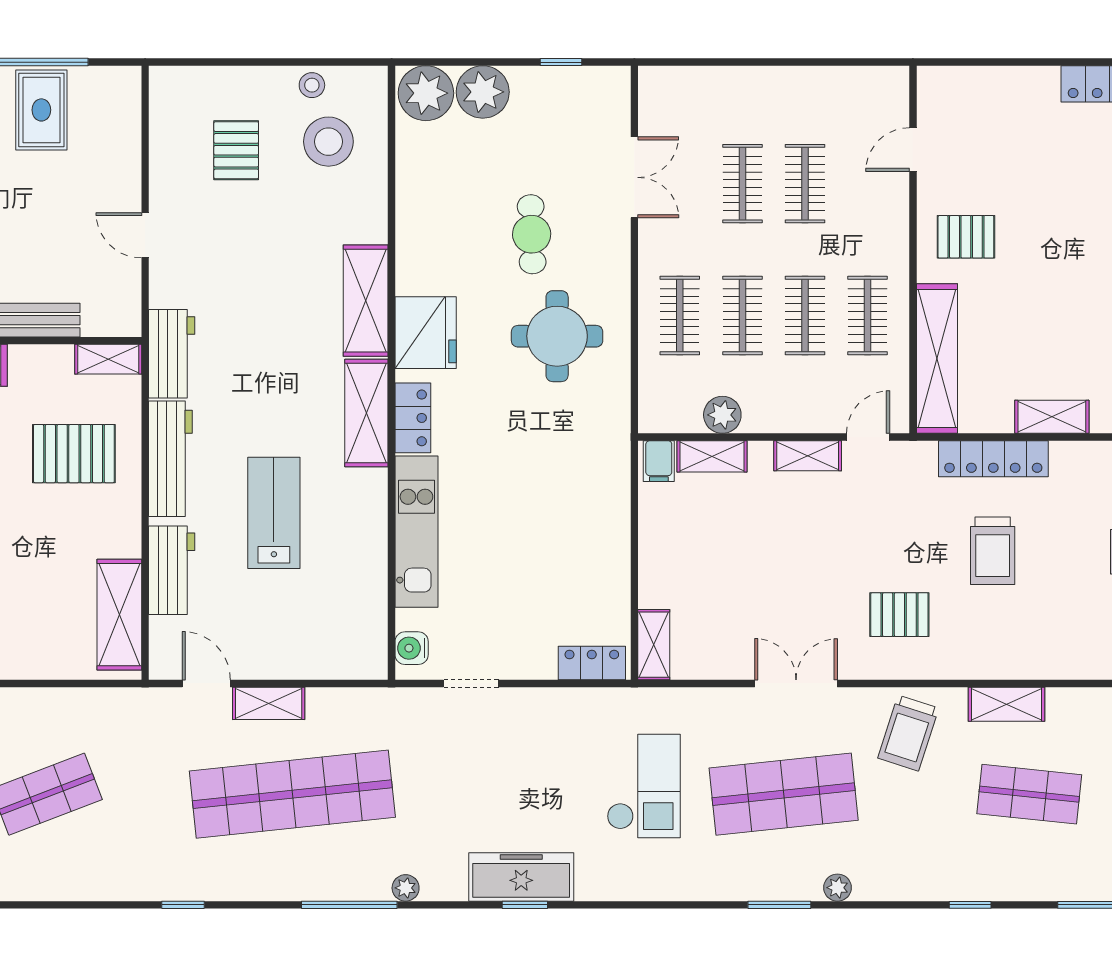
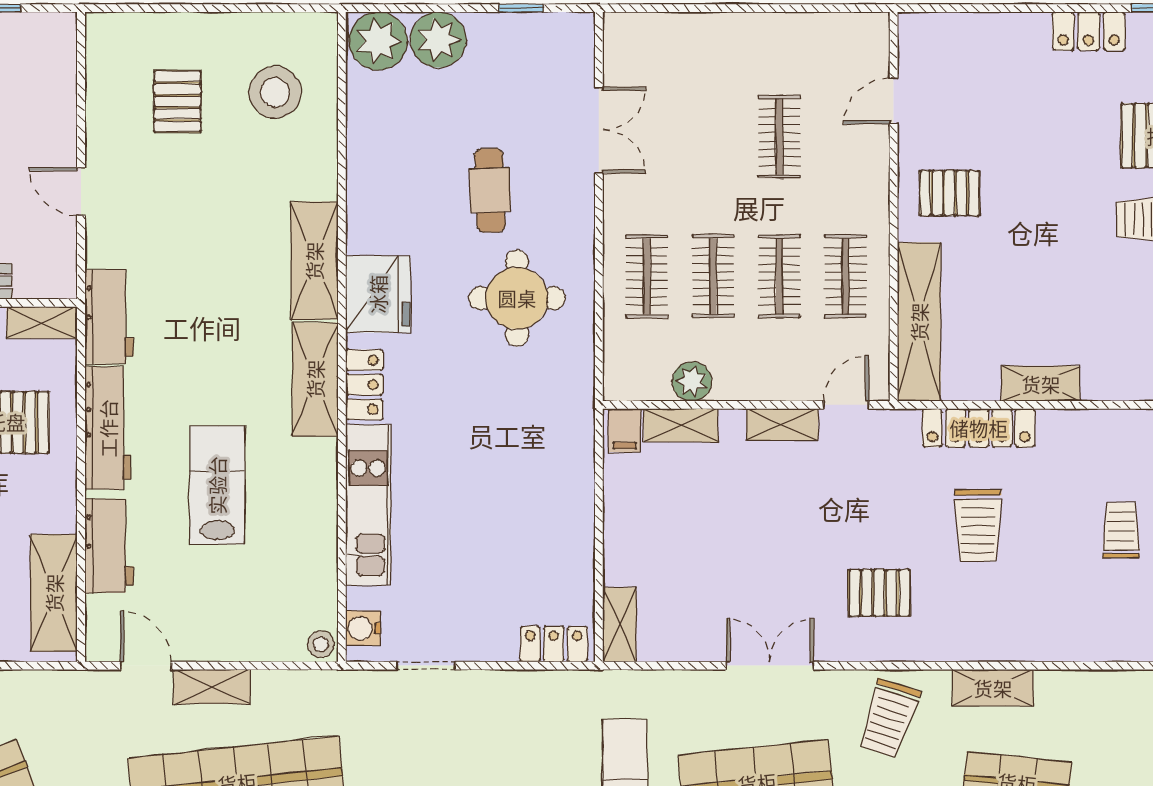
stool: (312, 85) -> (321, 644), moved
clothes rail: (742, 184) -> (713, 137), removed

